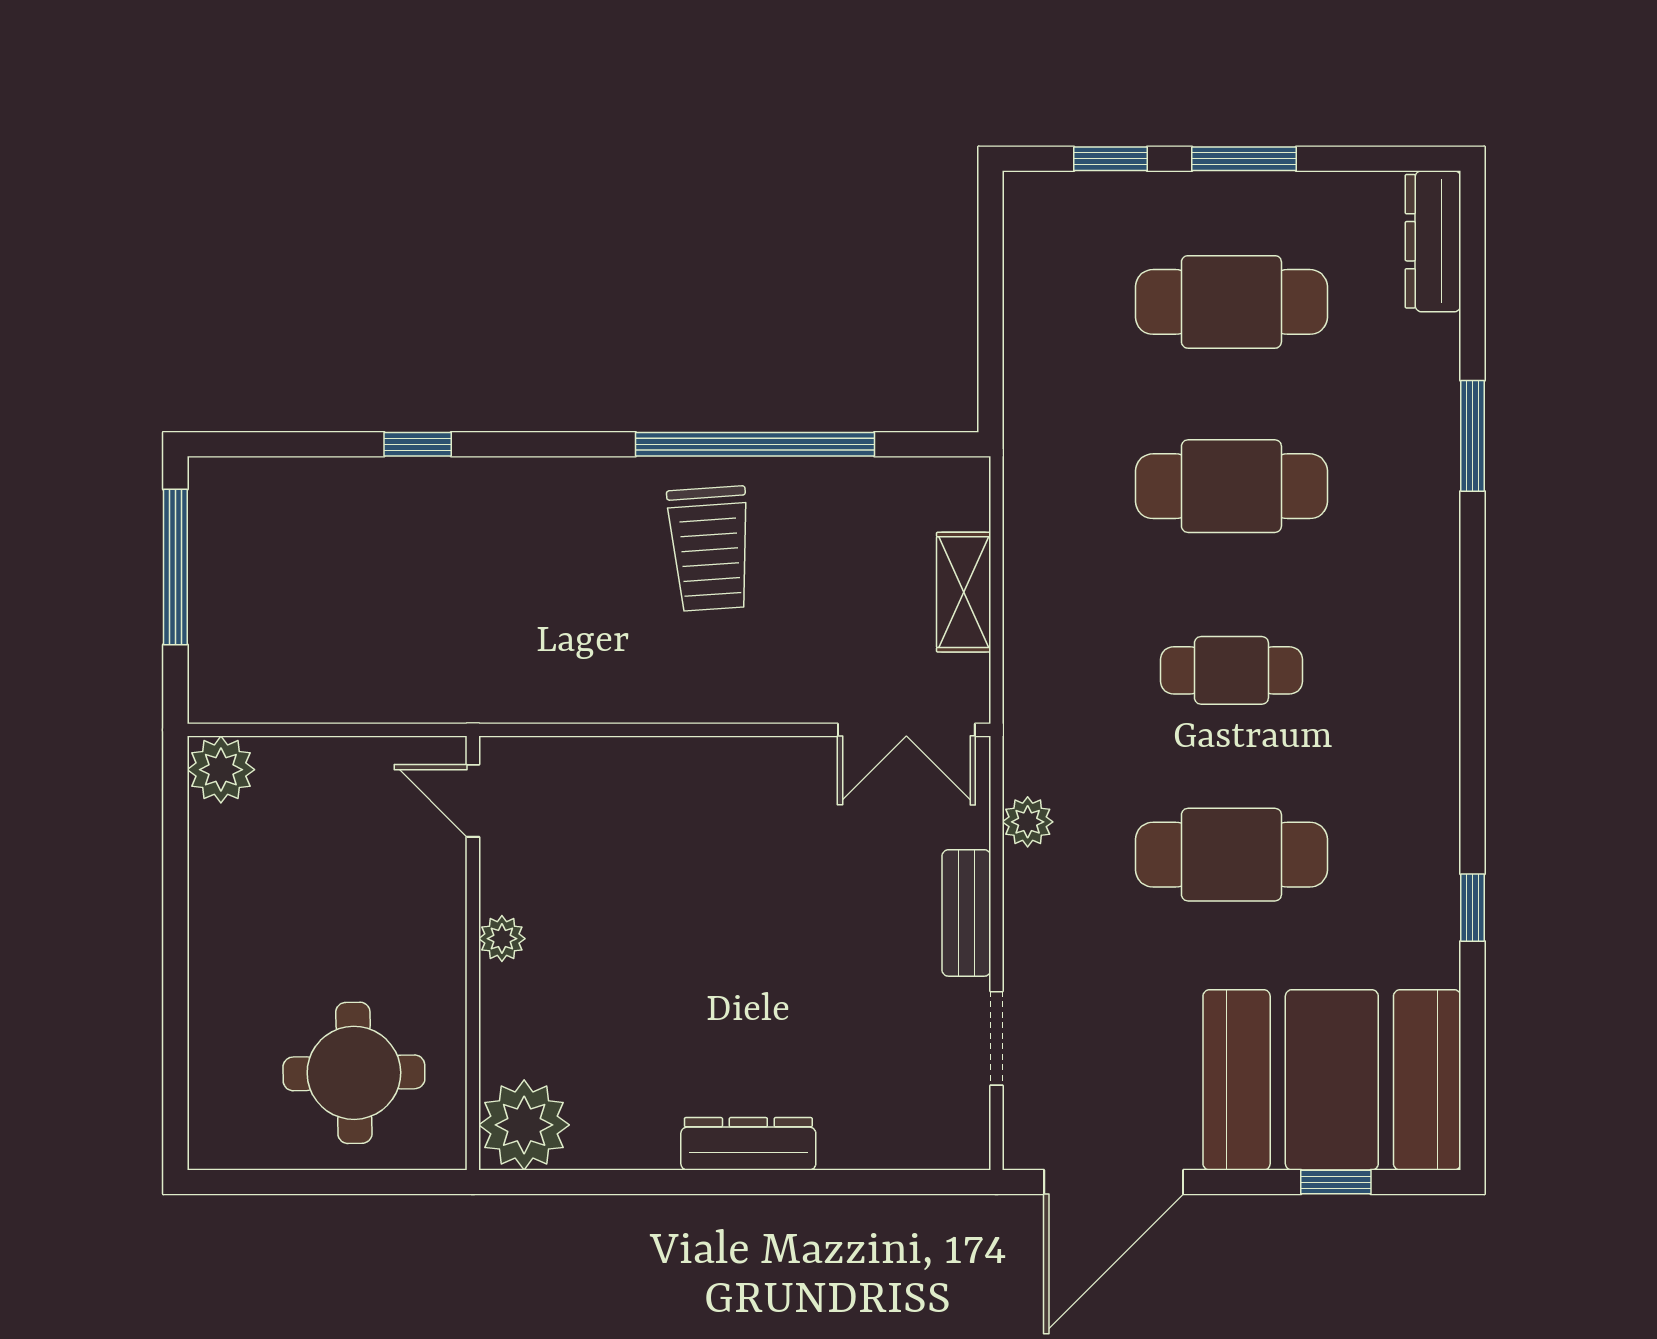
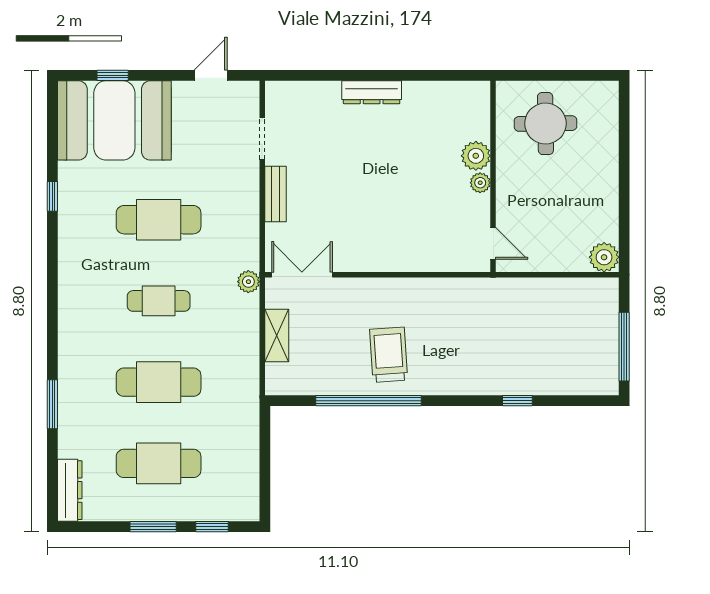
plant: (1028, 822) -> (248, 282), moved
plant: (524, 1125) -> (476, 156), moved, width x0.73, depth x0.73
door: (1114, 1182) -> (211, 75), width x0.53

